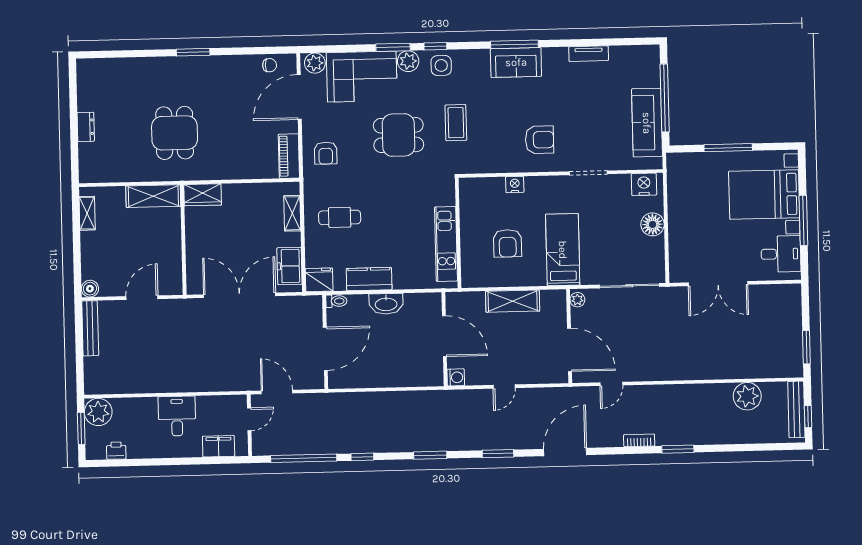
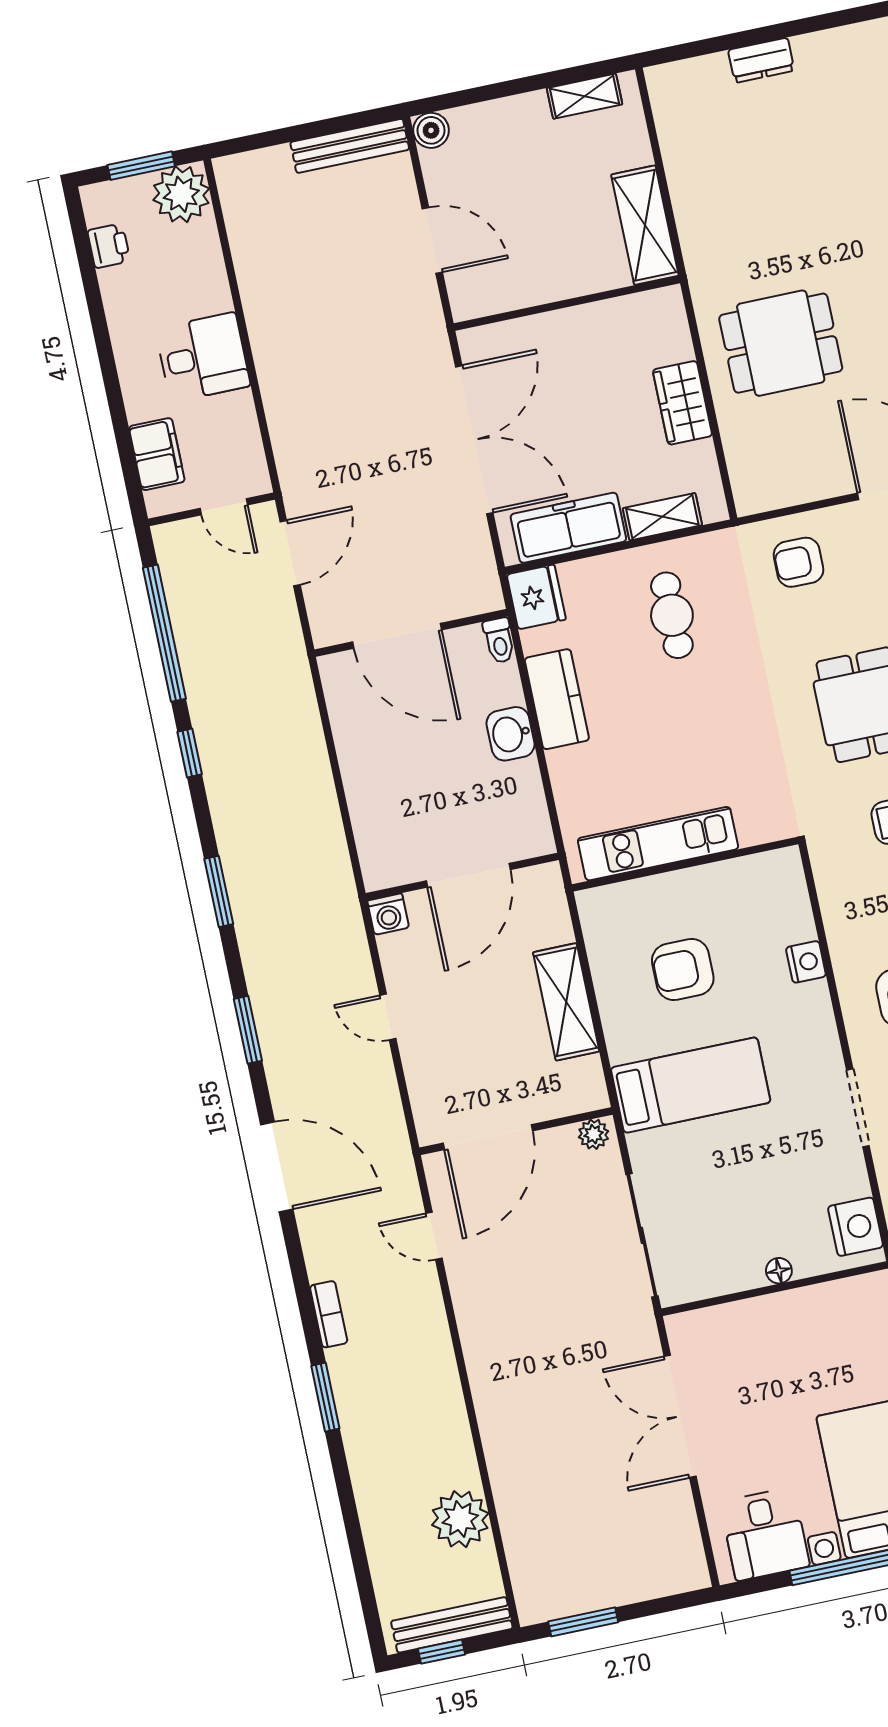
dining table: (175, 133) -> (781, 343), moved
piano: (289, 156) -> (779, 488), removed
wardrobe: (203, 195) -> (683, 403), moved
floor lamp: (653, 224) -> (779, 1271), width x0.53, depth x0.53
freezer: (289, 266) -> (568, 528), width x1.40
washbasin: (386, 304) -> (510, 734), width x0.72

